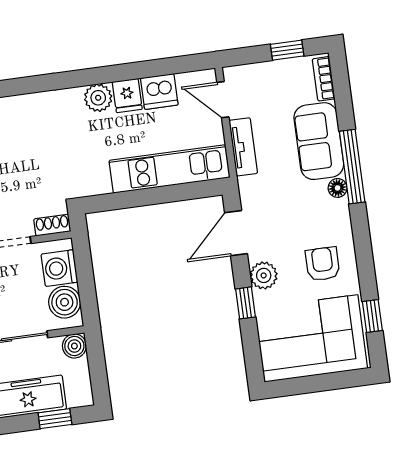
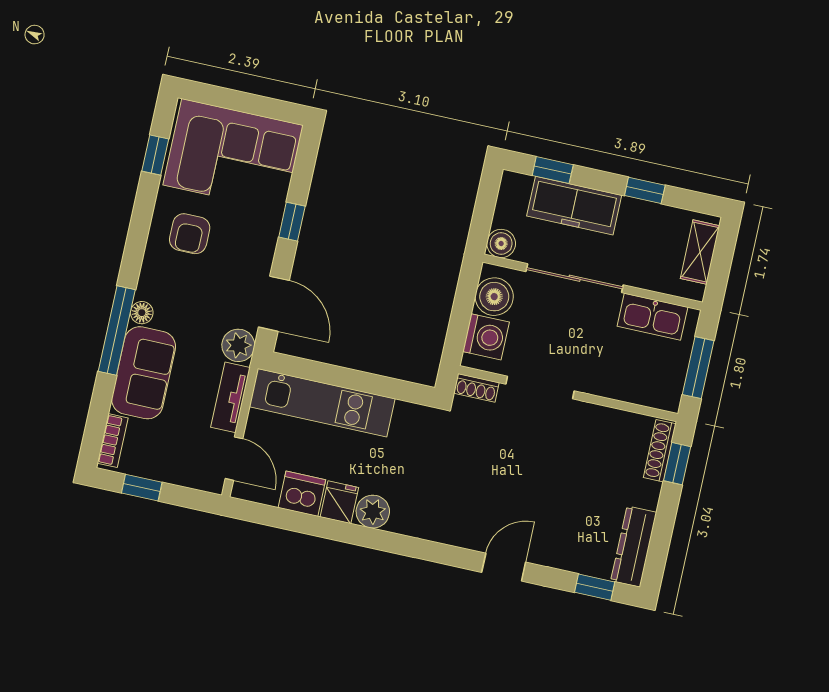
door: (236, 233) -> (274, 304), hinge flipped
plant: (264, 275) -> (238, 345), moved

